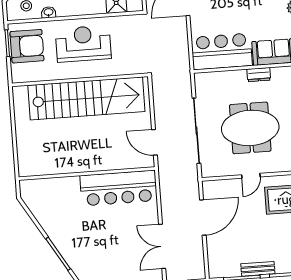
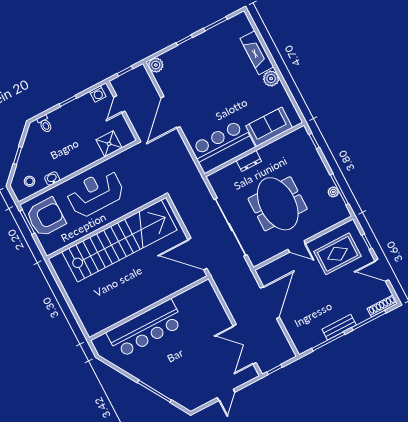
dresser: (259, 75) -> (249, 161), moved
meeting table: (250, 128) -> (278, 204), turned 90
door: (154, 142) -> (197, 254), width x1.36
door: (251, 176) -> (297, 247), hinge flipped
bar counter: (119, 188) -> (145, 329), moved

